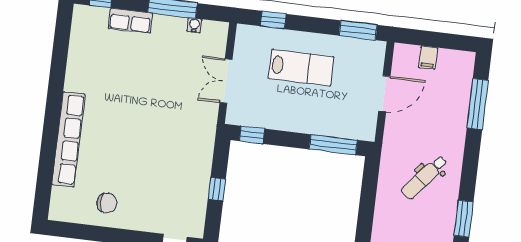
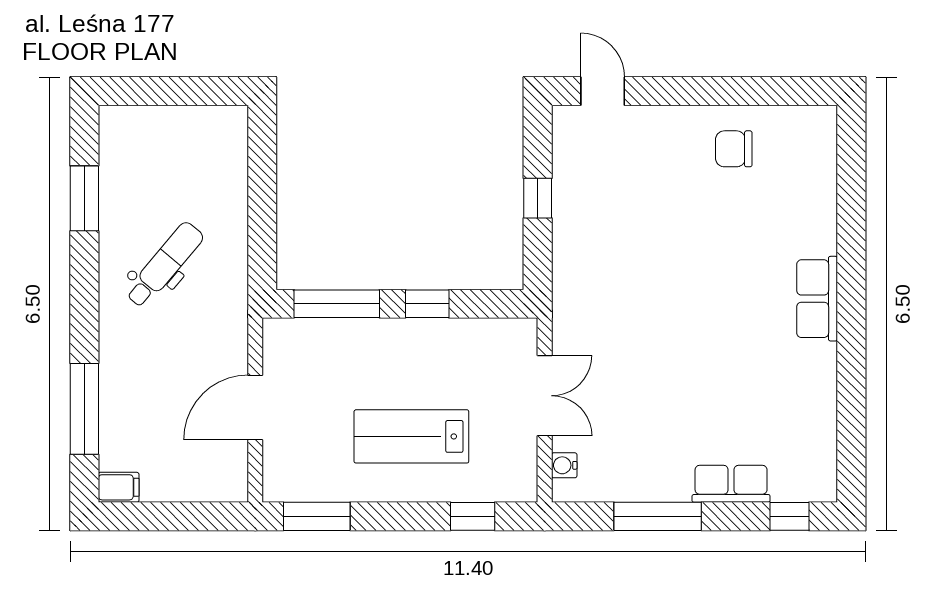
water cooler: (194, 25) -> (564, 465), moved, turned 90
filing cabinet: (428, 58) -> (119, 487), moved, turned 90
window: (252, 135) -> (427, 304), moved
row of seats: (68, 139) -> (817, 299), width x0.50

